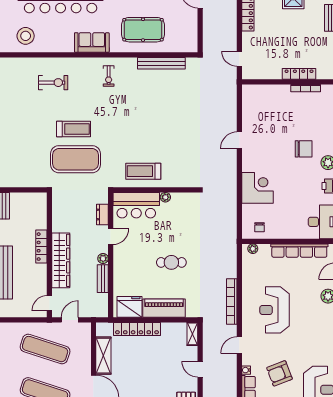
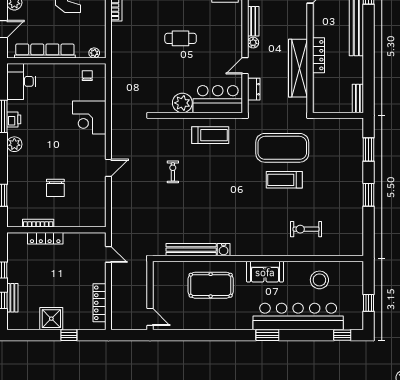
stool: (26, 36) -> (319, 280), moved
water cooler: (131, 63) -> (224, 250), added
exercise bike: (109, 76) -> (173, 172), moved
chair: (304, 149) -> (55, 188), moved, turned -90
plant: (165, 197) -> (182, 103), width x1.88, depth x1.88
wardrobe: (61, 260) -> (298, 68), moved

